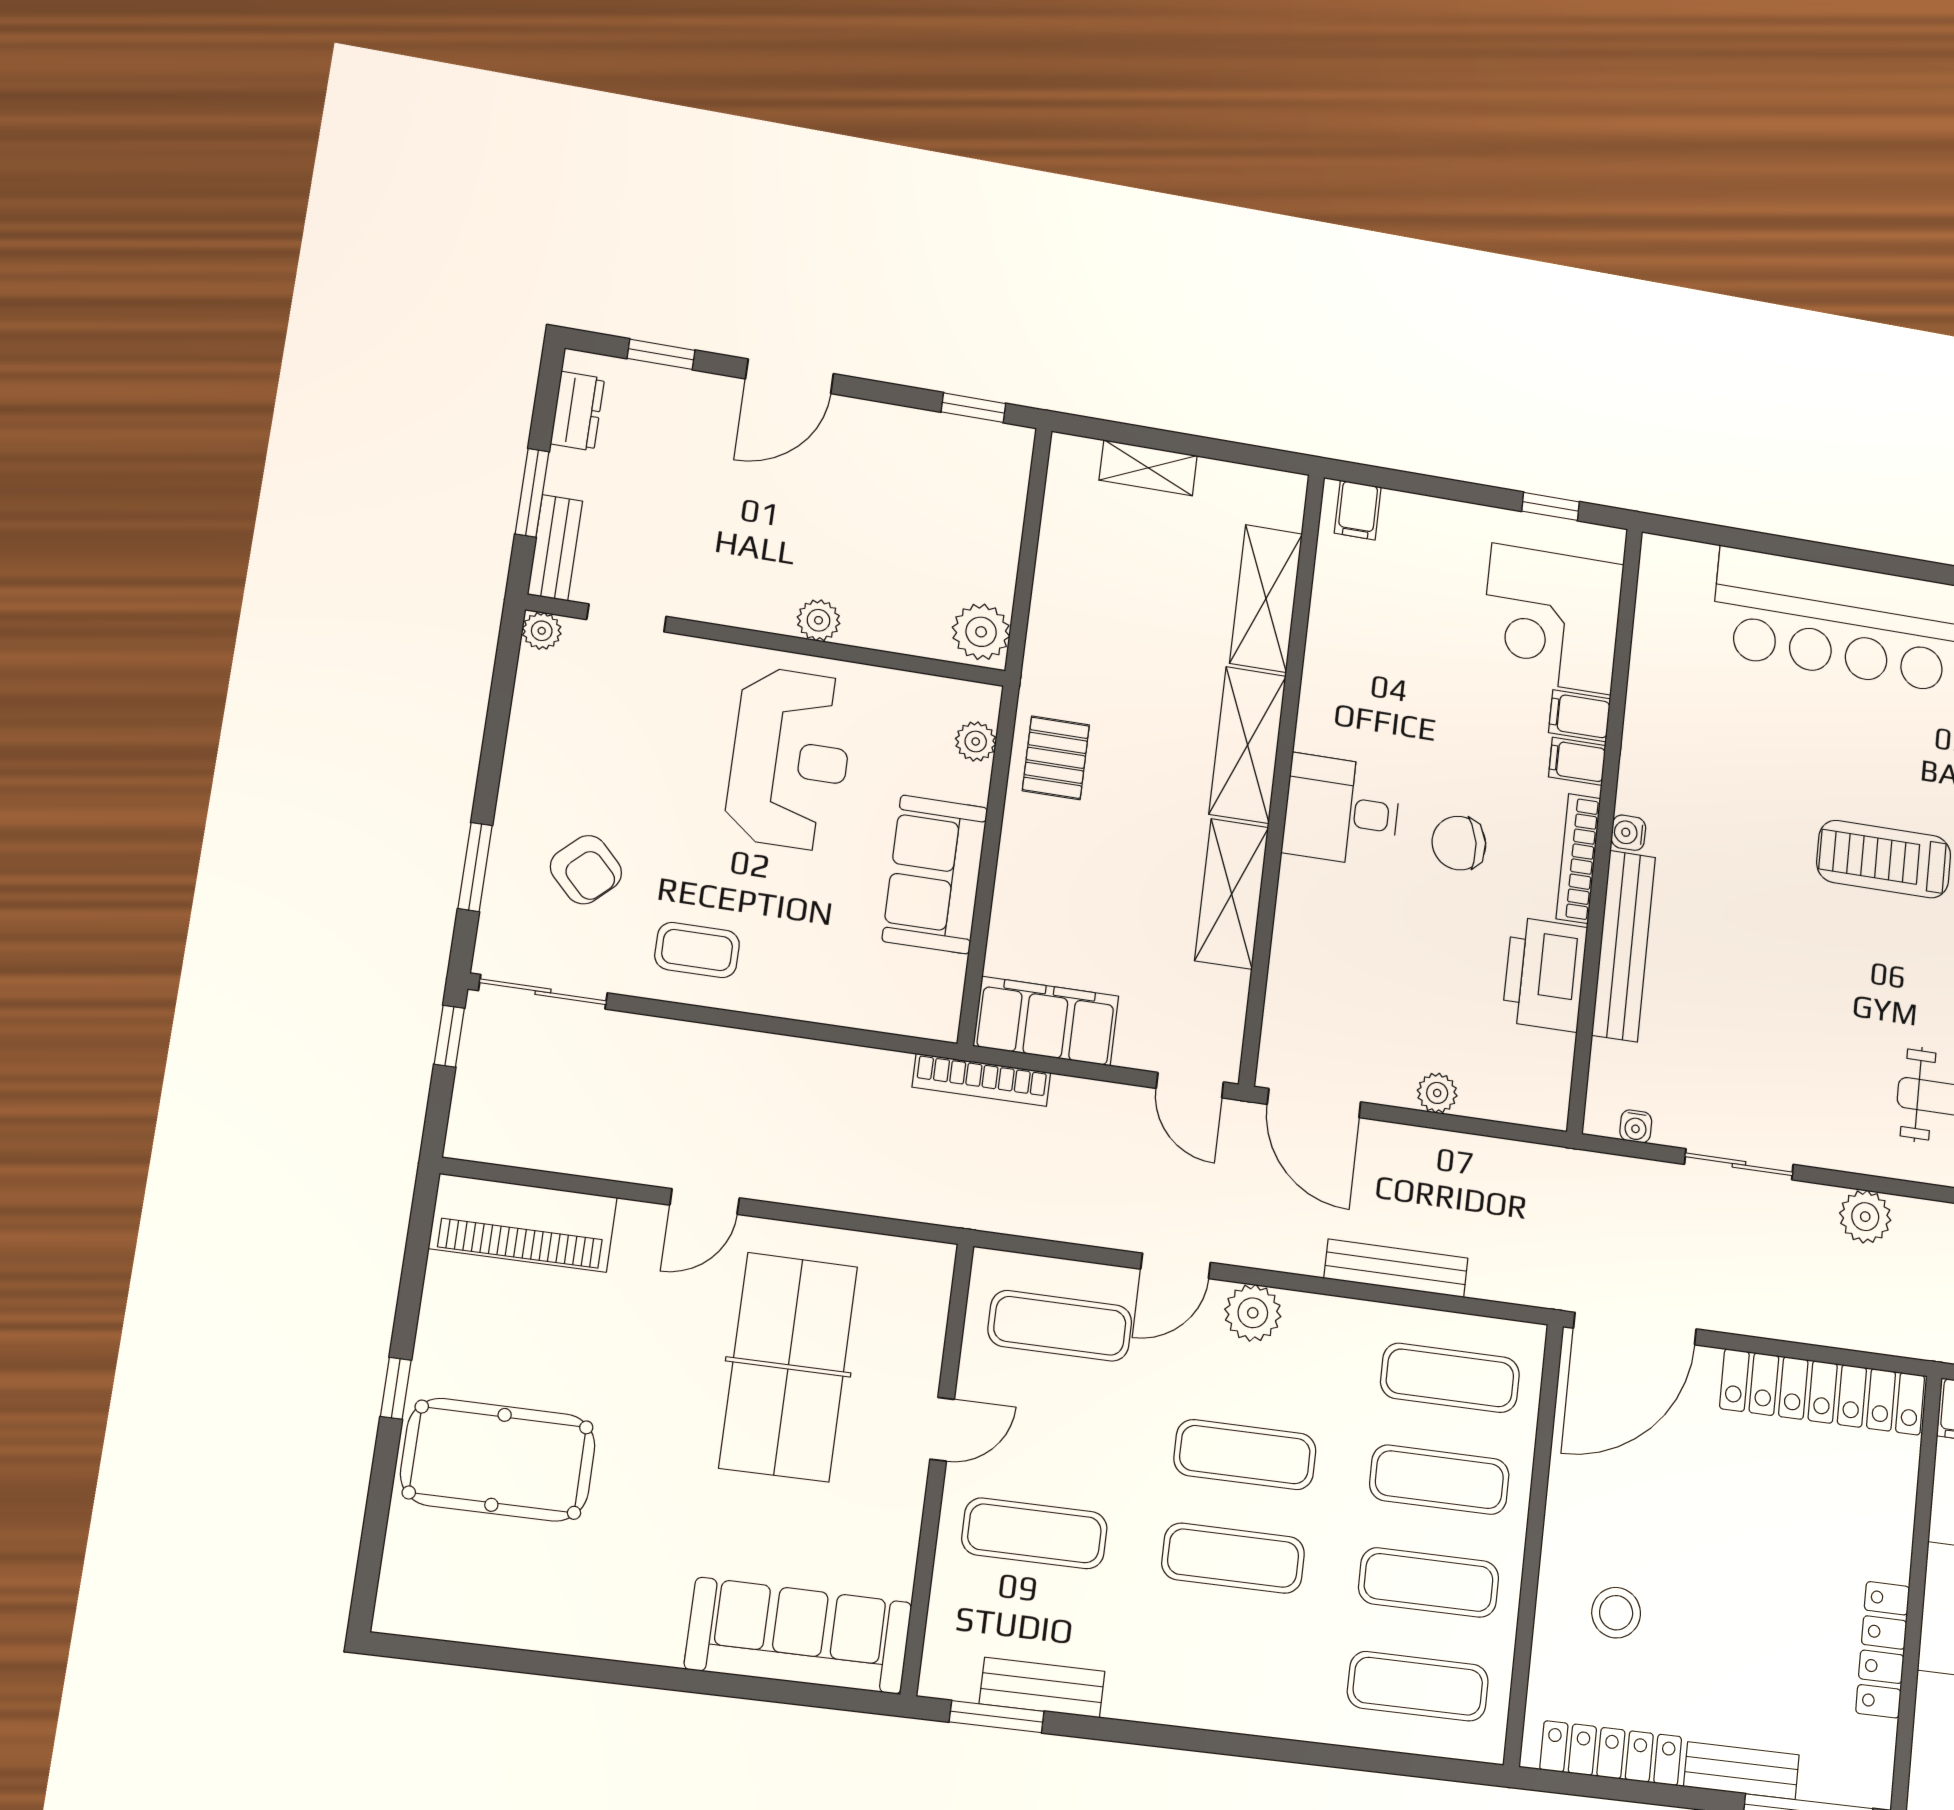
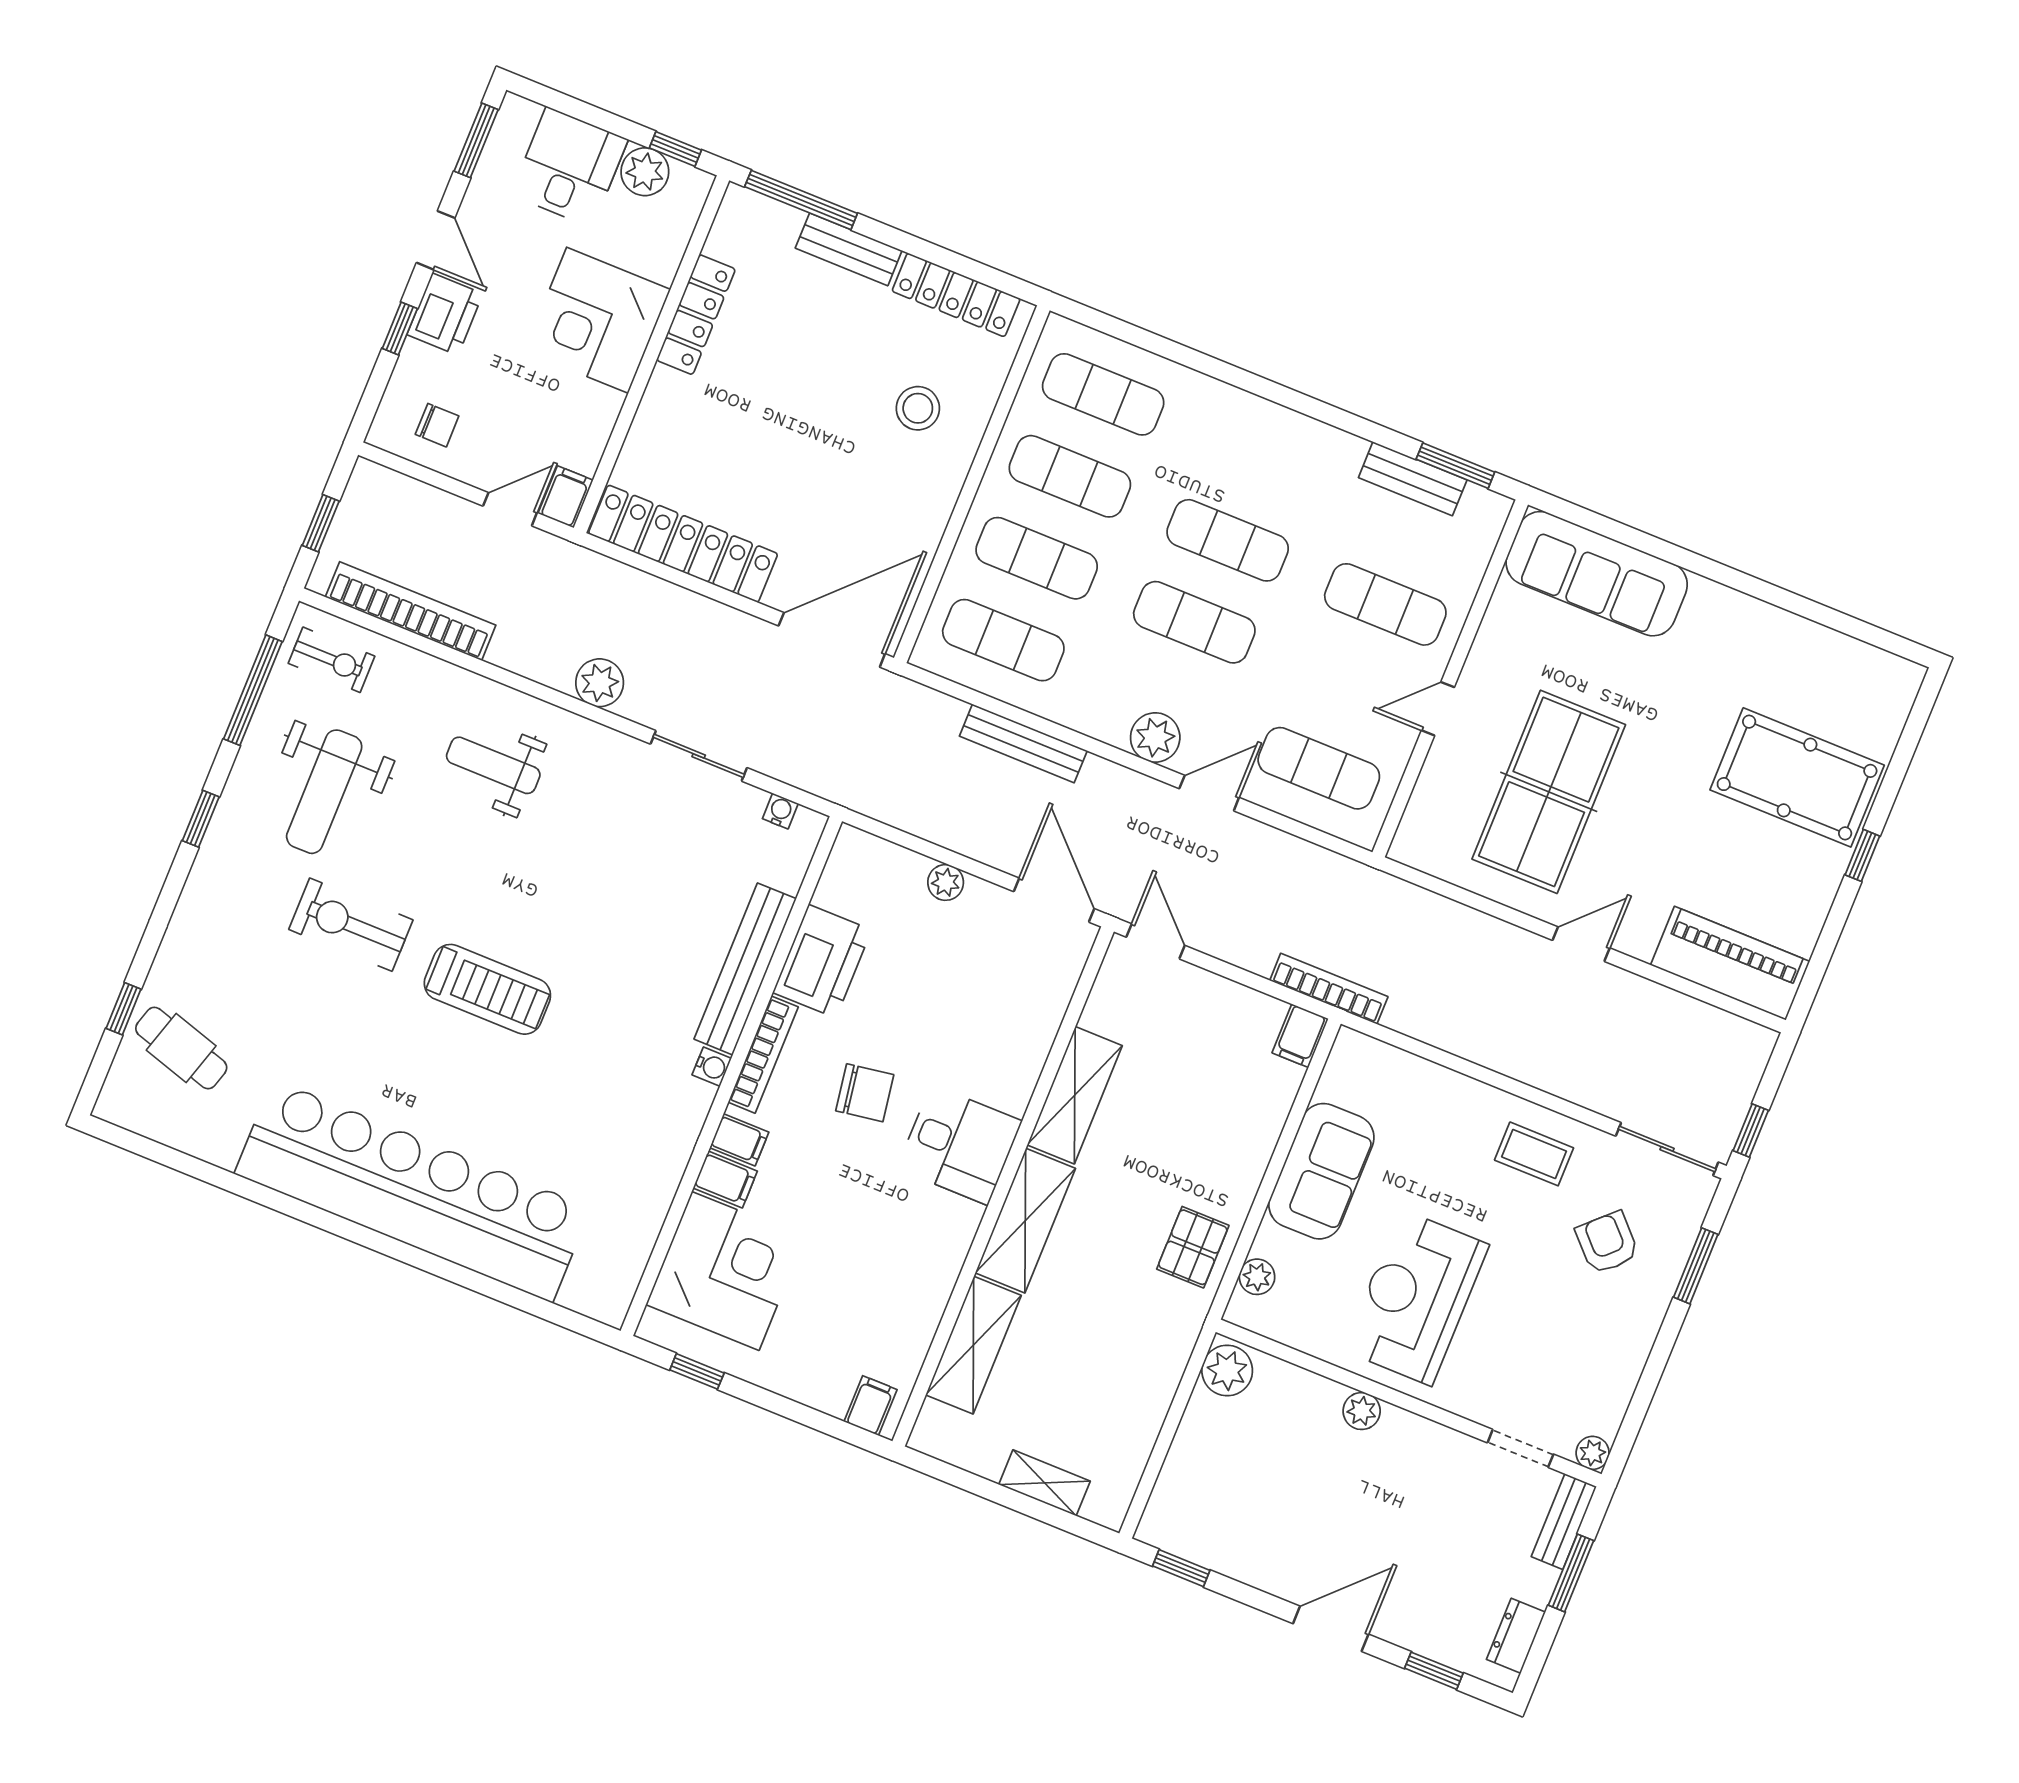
filing cabinet: (1046, 1021) -> (1300, 1036), width x0.33, depth x0.86

